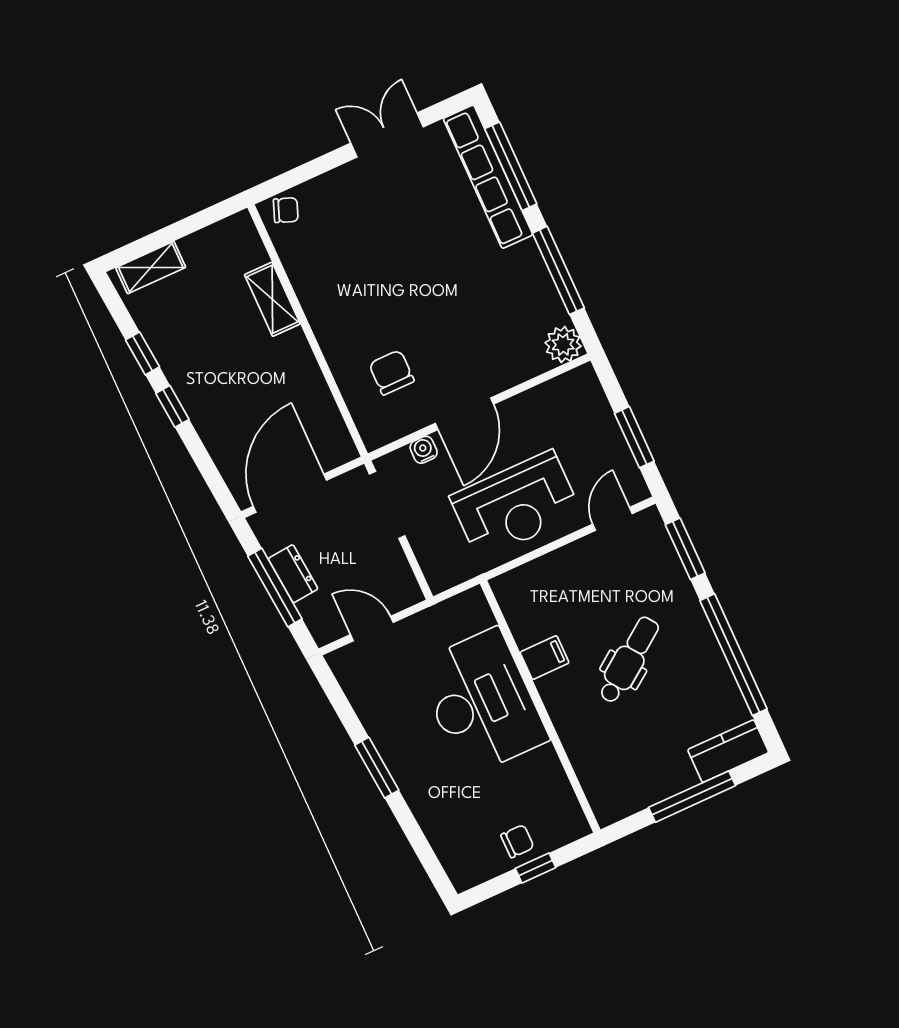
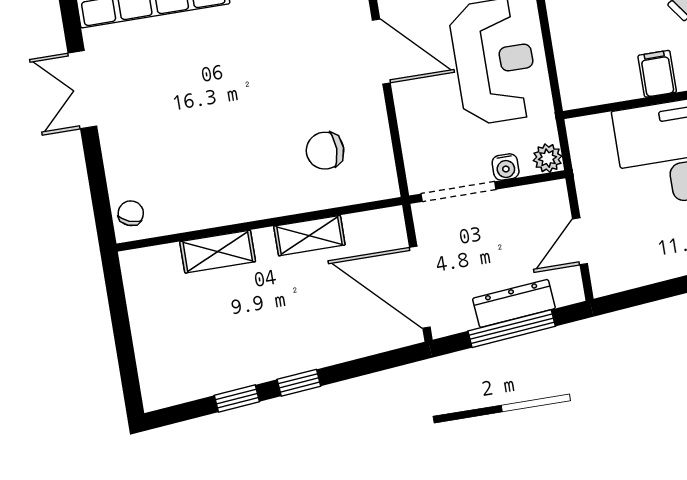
shelving: (151, 268) -> (309, 236), moved, turned 90
door: (464, 414) -> (381, 52), moved
water cooler: (424, 450) -> (506, 167), moved, turned -90
dresser: (293, 574) -> (514, 303), width x1.44
plant: (440, 578) -> (548, 158), added

